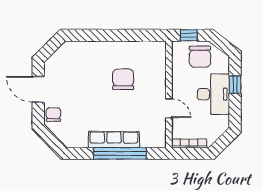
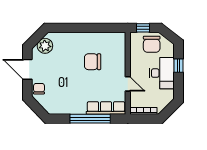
plant: (61, 59) -> (45, 46), added
chair: (123, 79) -> (93, 62), turned -90
row of seats: (114, 140) -> (106, 108), moved

